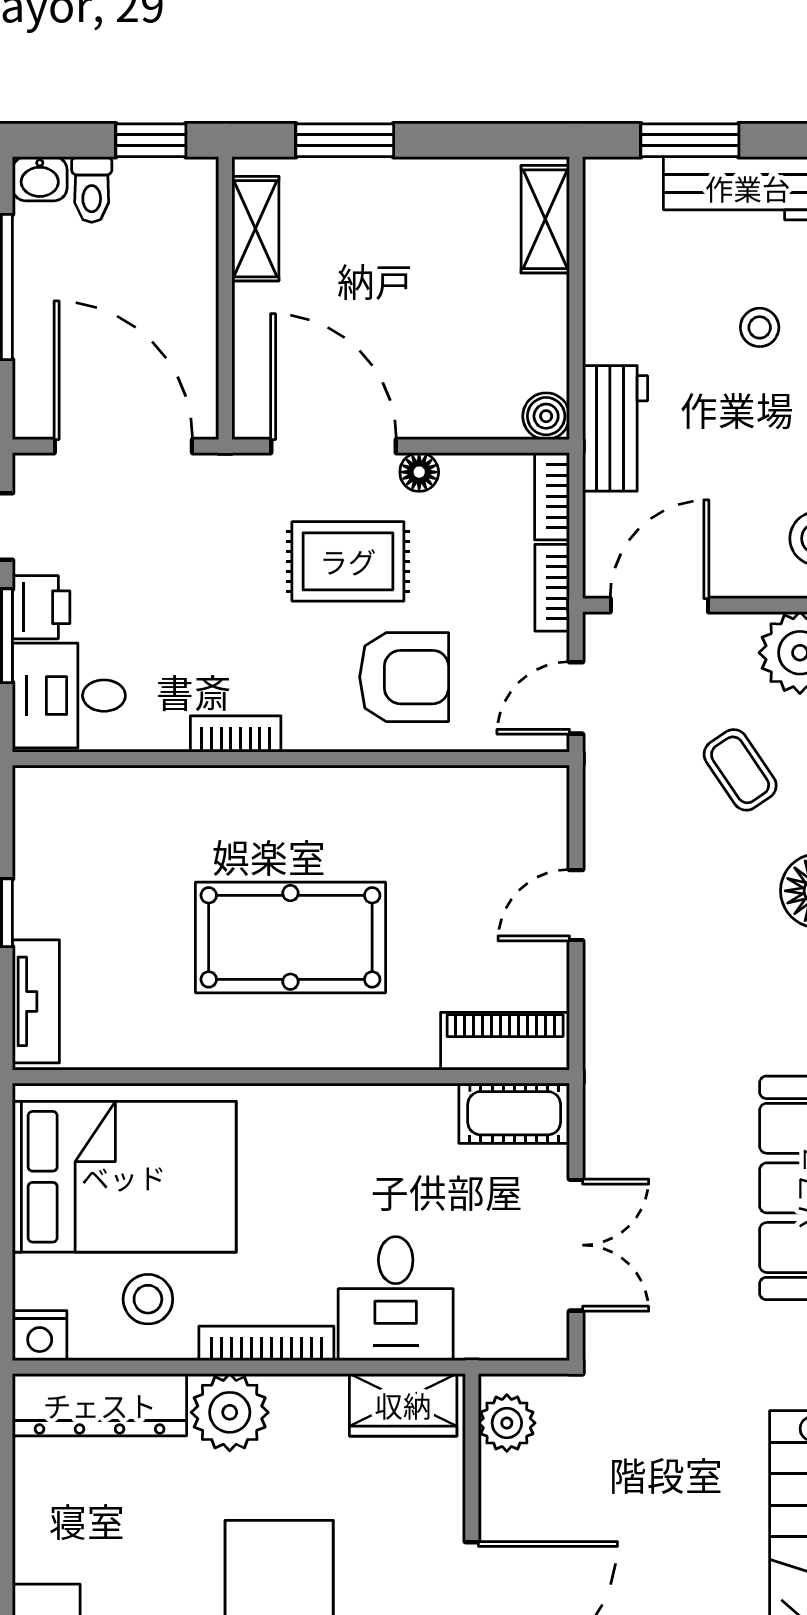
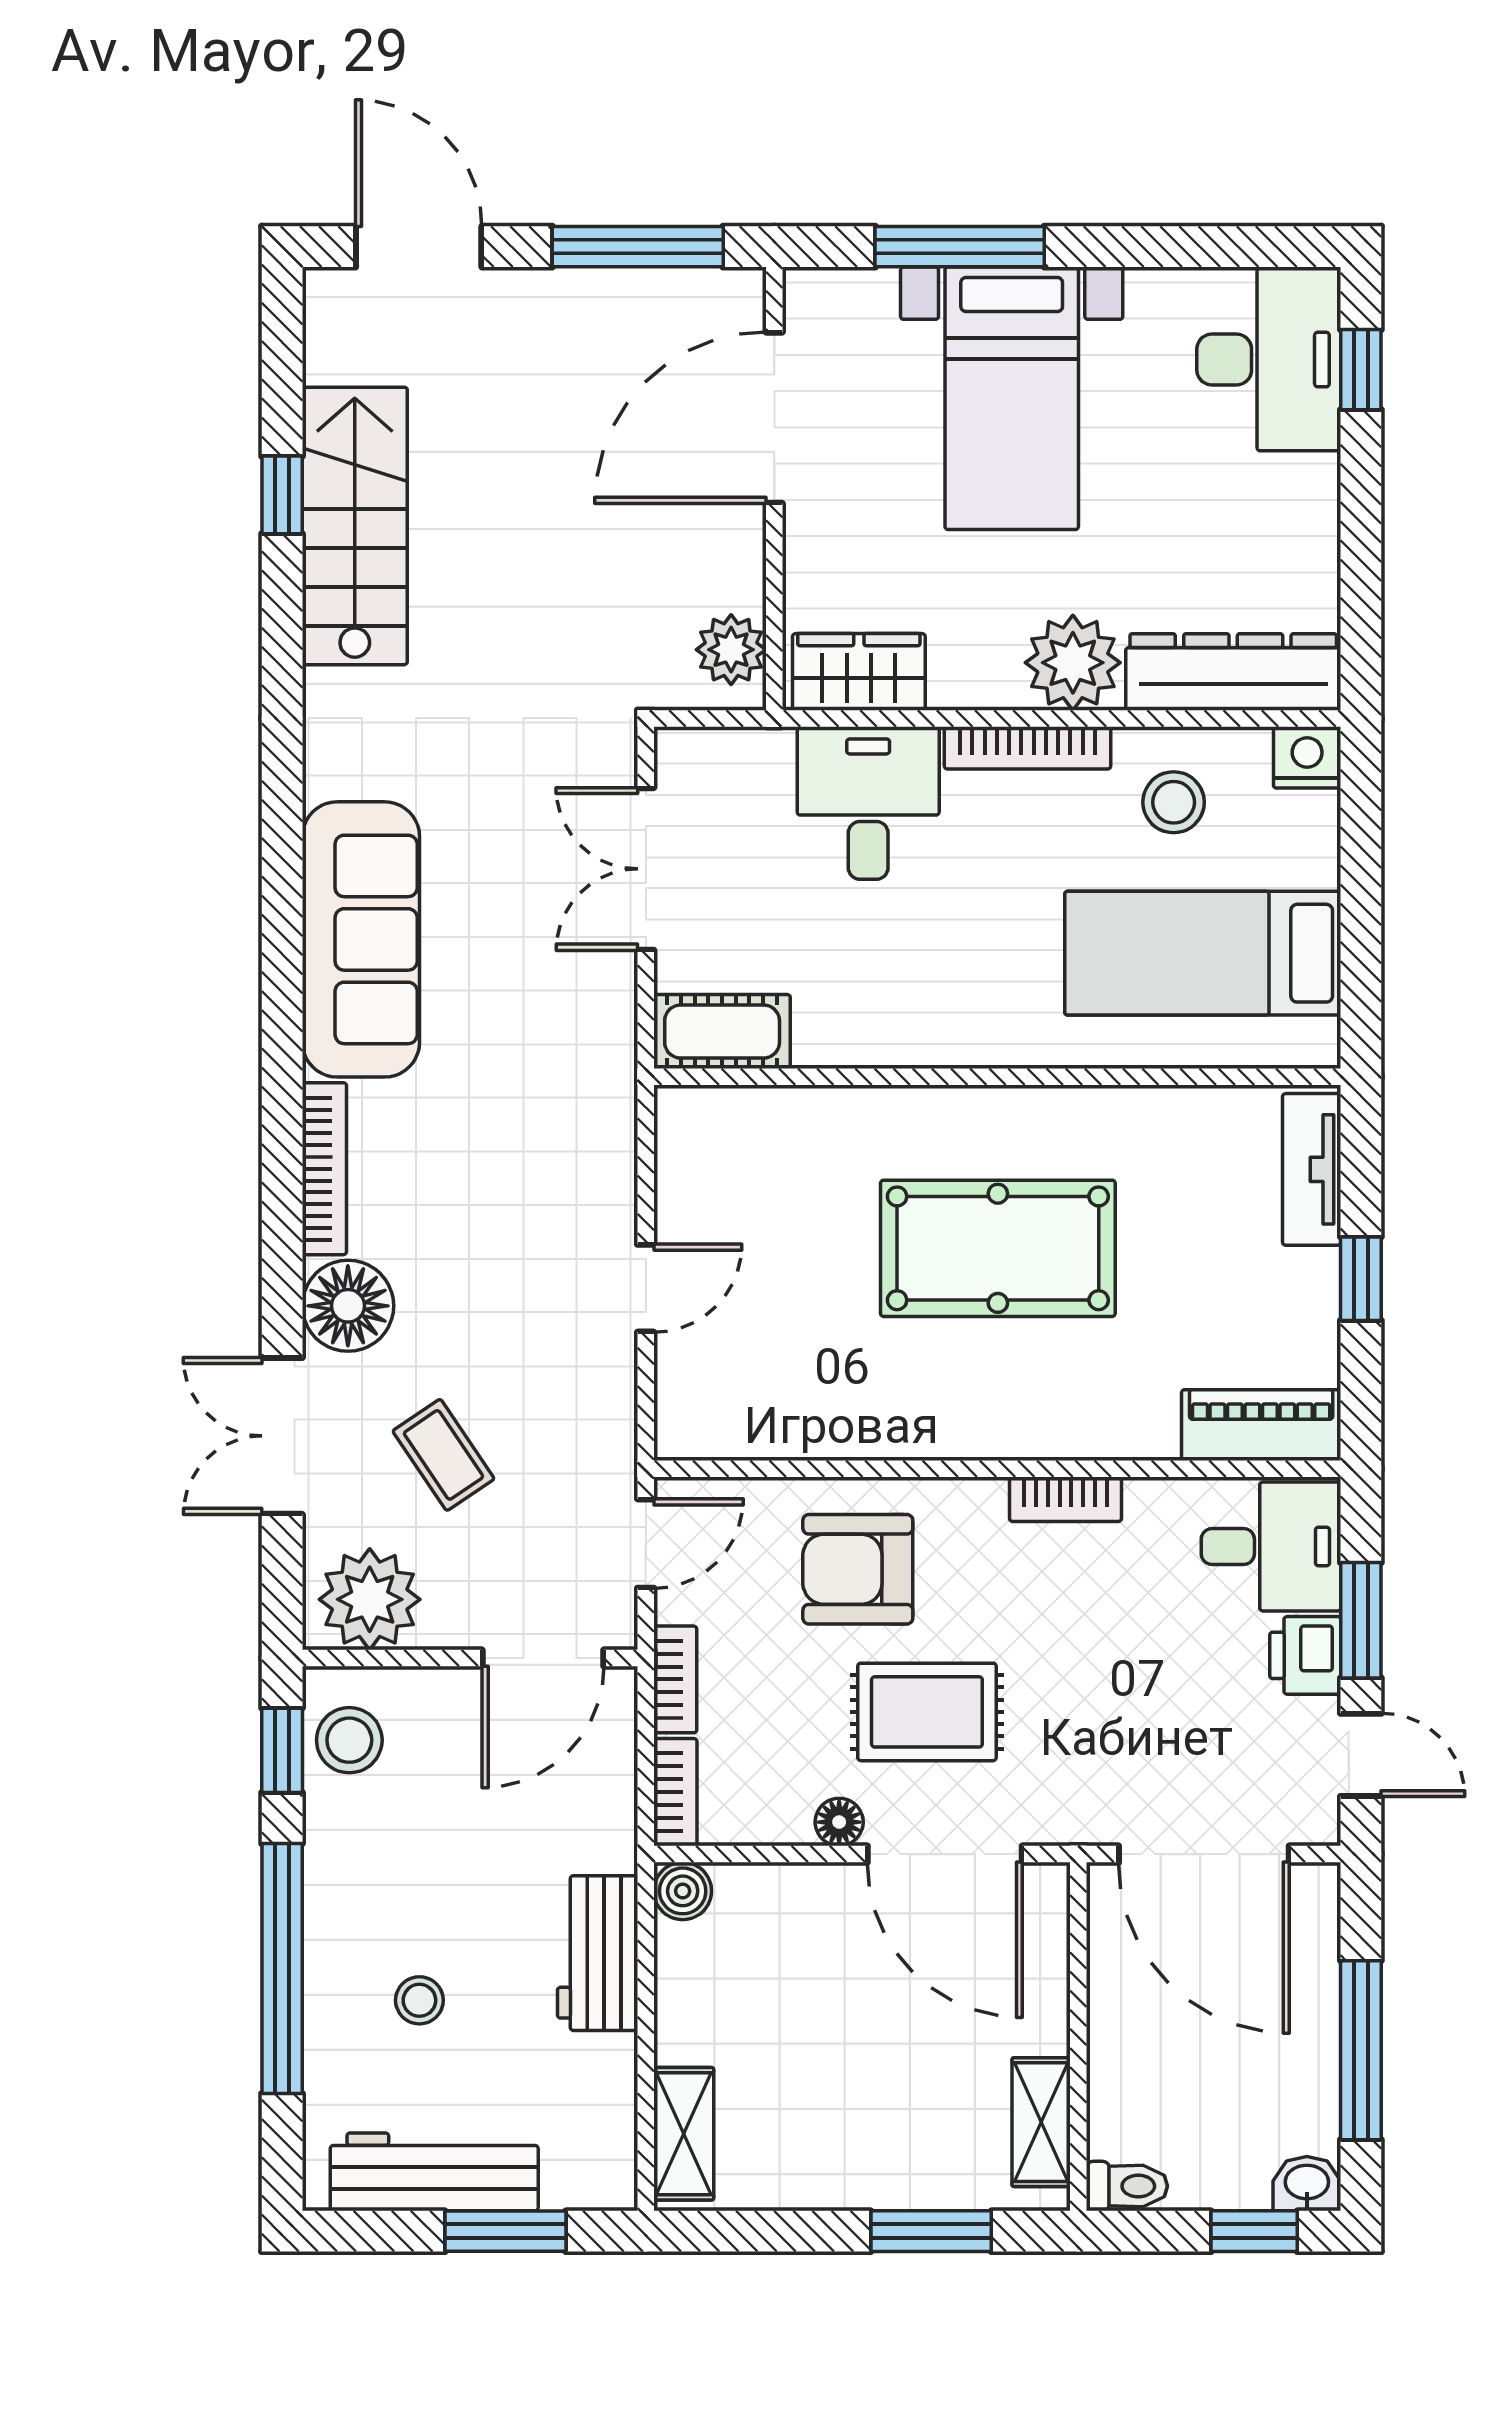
window: (151, 140) -> (1254, 2231), moved
toilet: (92, 190) -> (1127, 2186), moved, turned 90
workbench: (615, 428) -> (598, 1953), moved
piano: (505, 1041) -> (1261, 1425), moved, turned 180
bed: (124, 1177) -> (1203, 953), width x0.67

